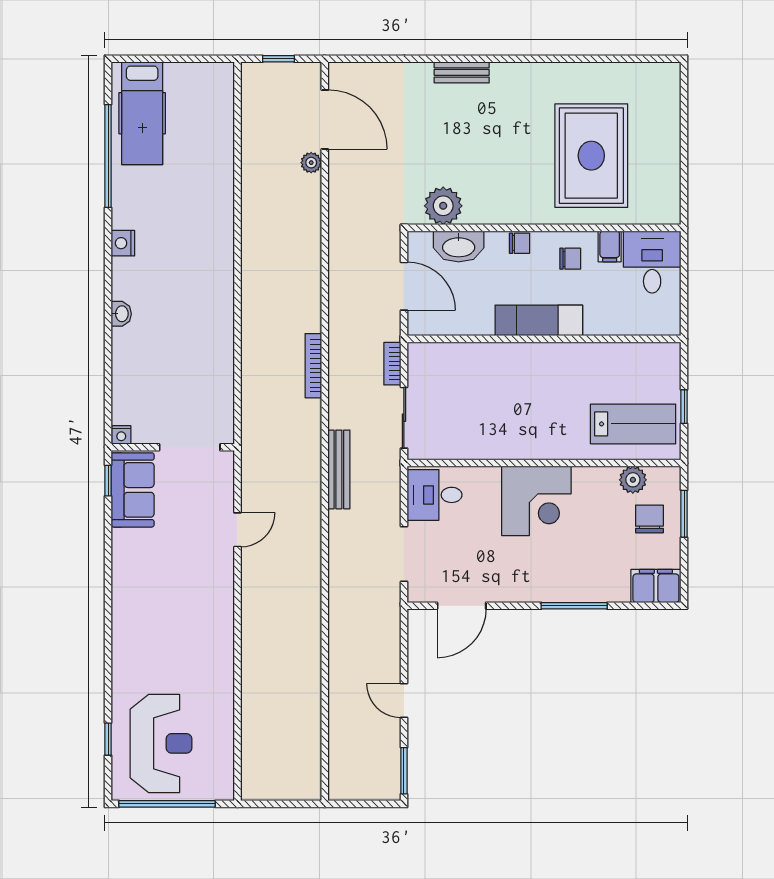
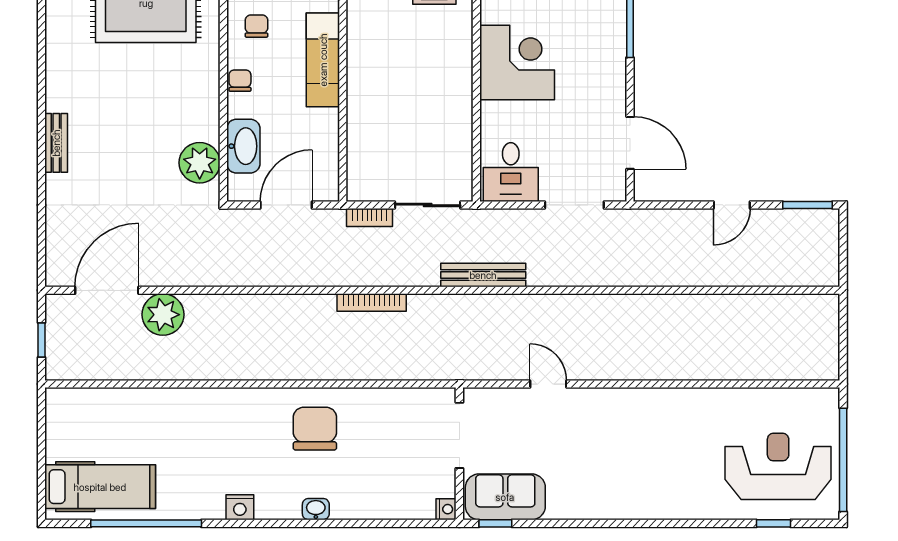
plant: (311, 163) -> (163, 315), width x1.87, depth x1.87
chair: (196, 313) -> (315, 429), added

